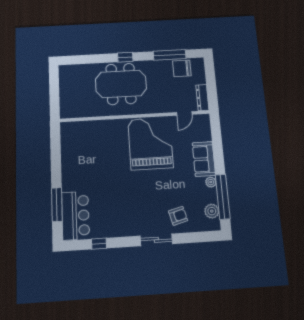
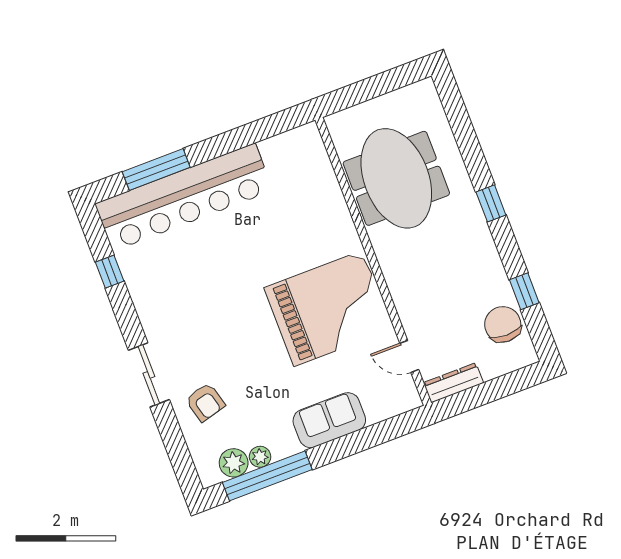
window: (170, 55) -> (524, 291), width x0.46
meeting table: (121, 84) -> (396, 178), moved
plant: (211, 182) -> (260, 457), moved
bar counter: (75, 216) -> (184, 197), width x1.86

